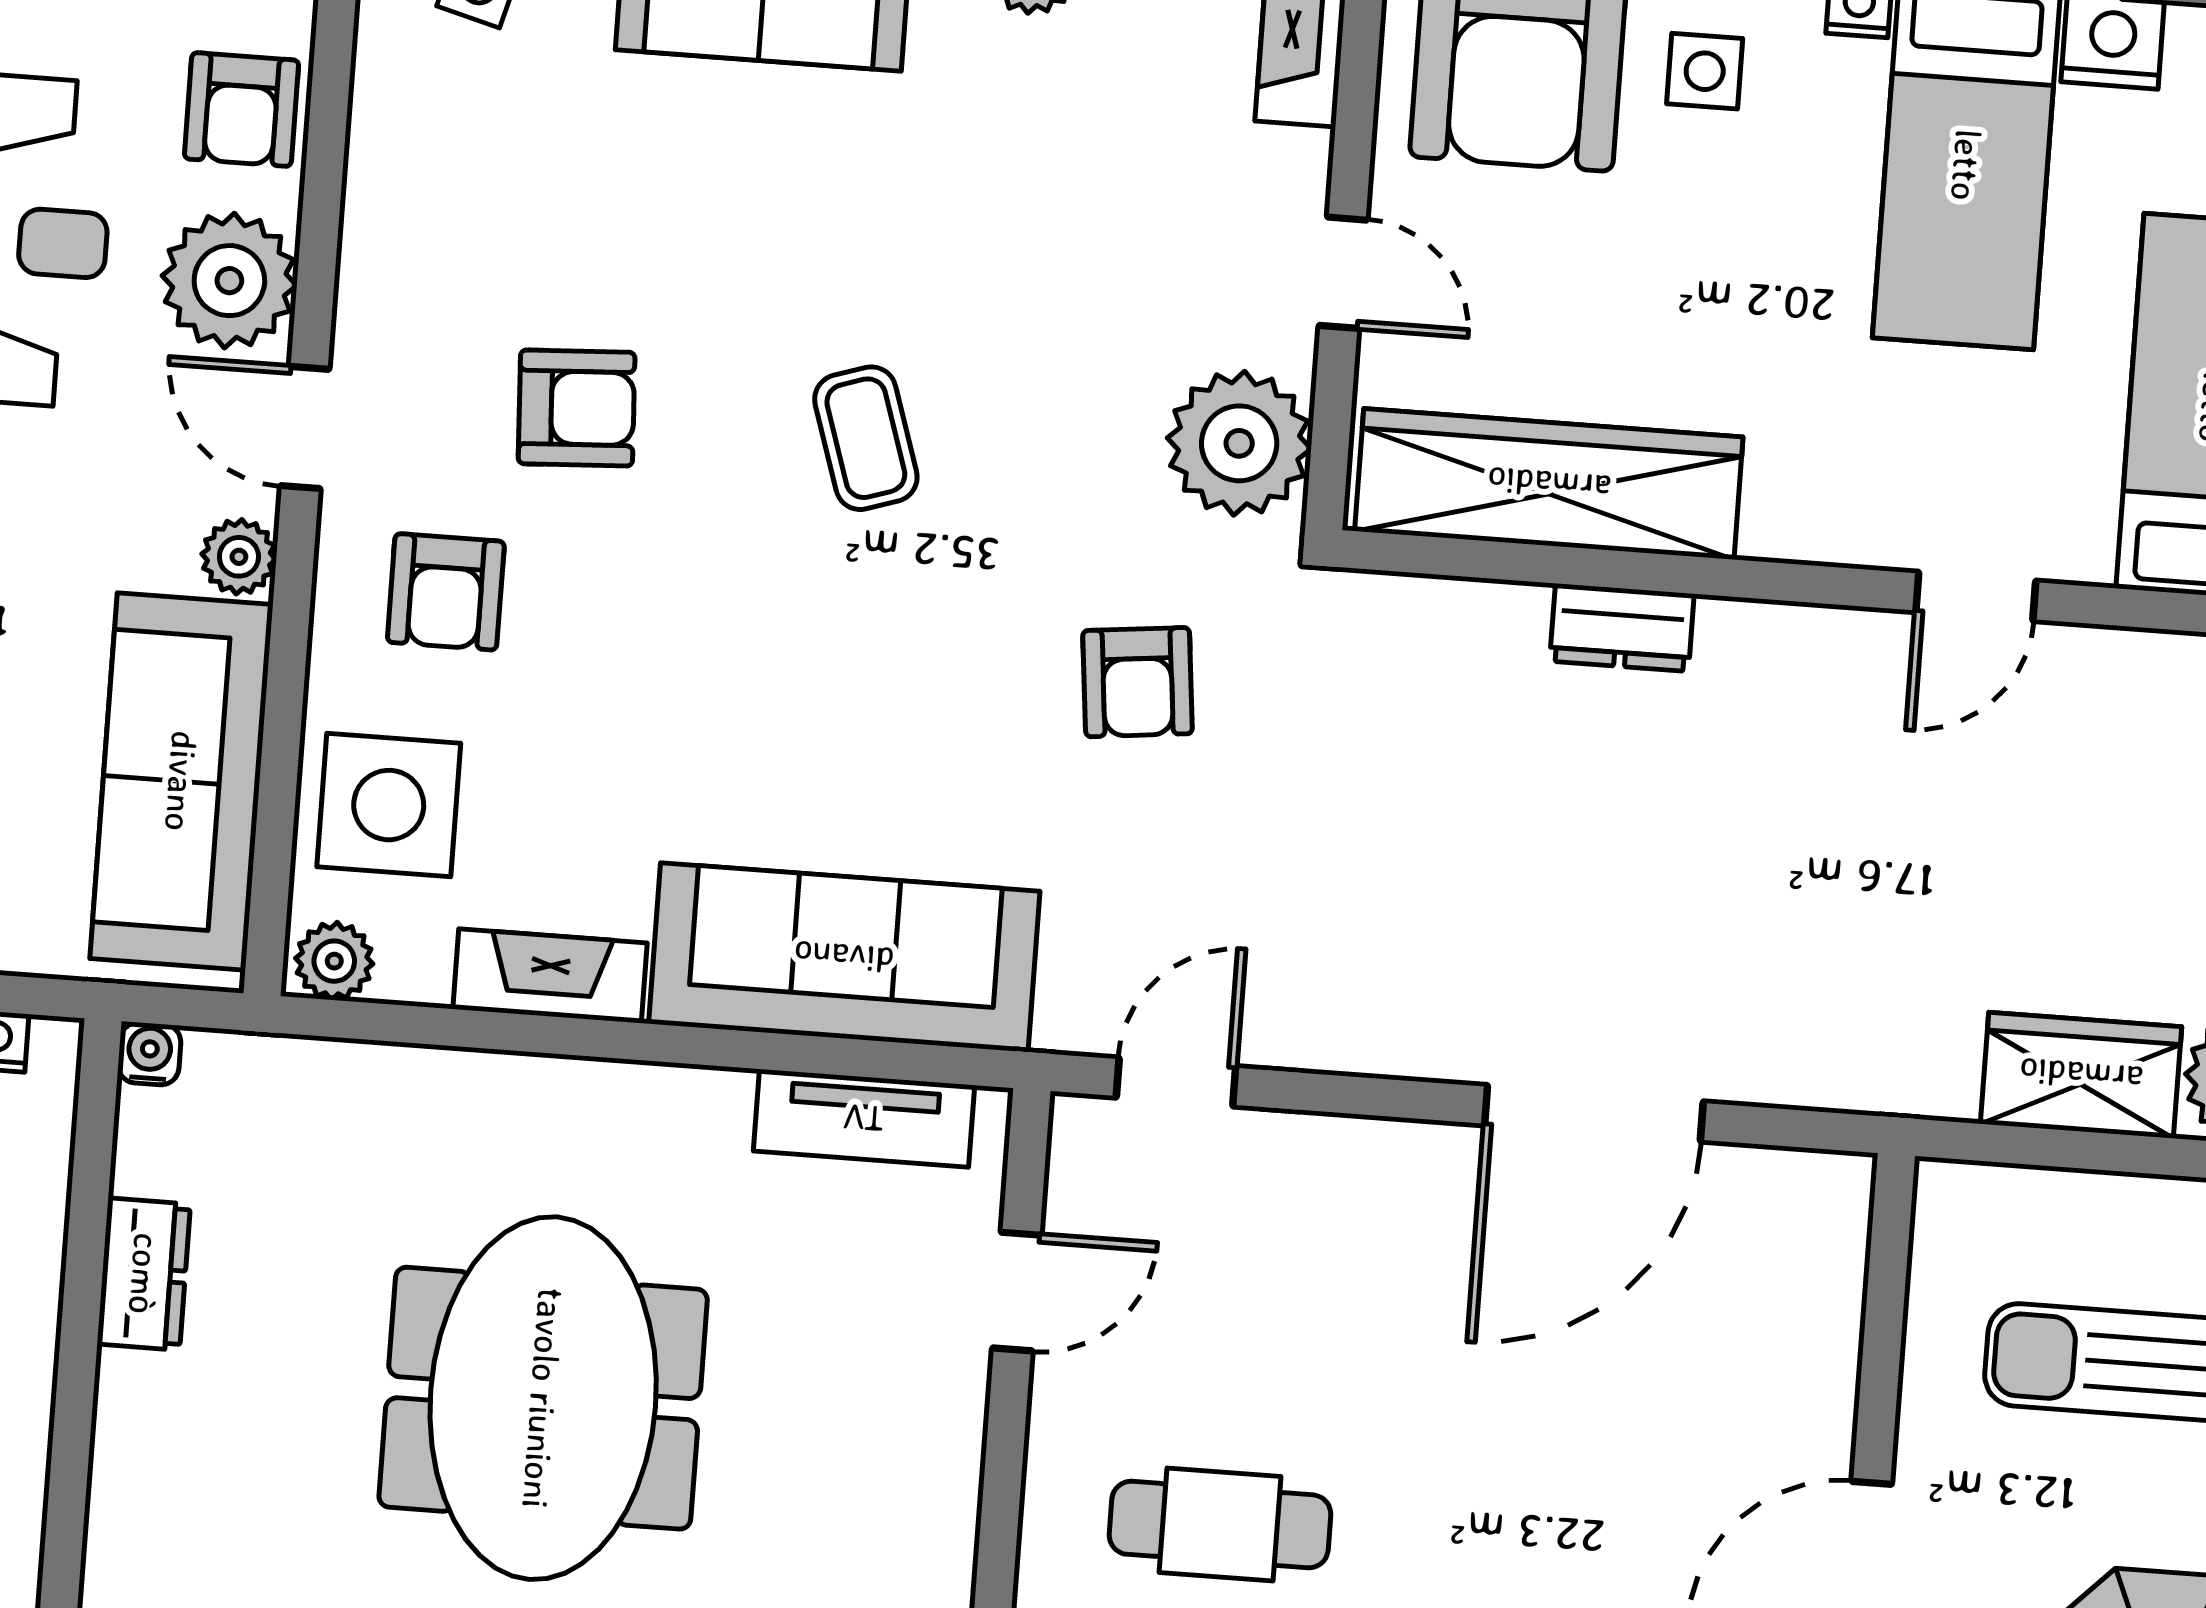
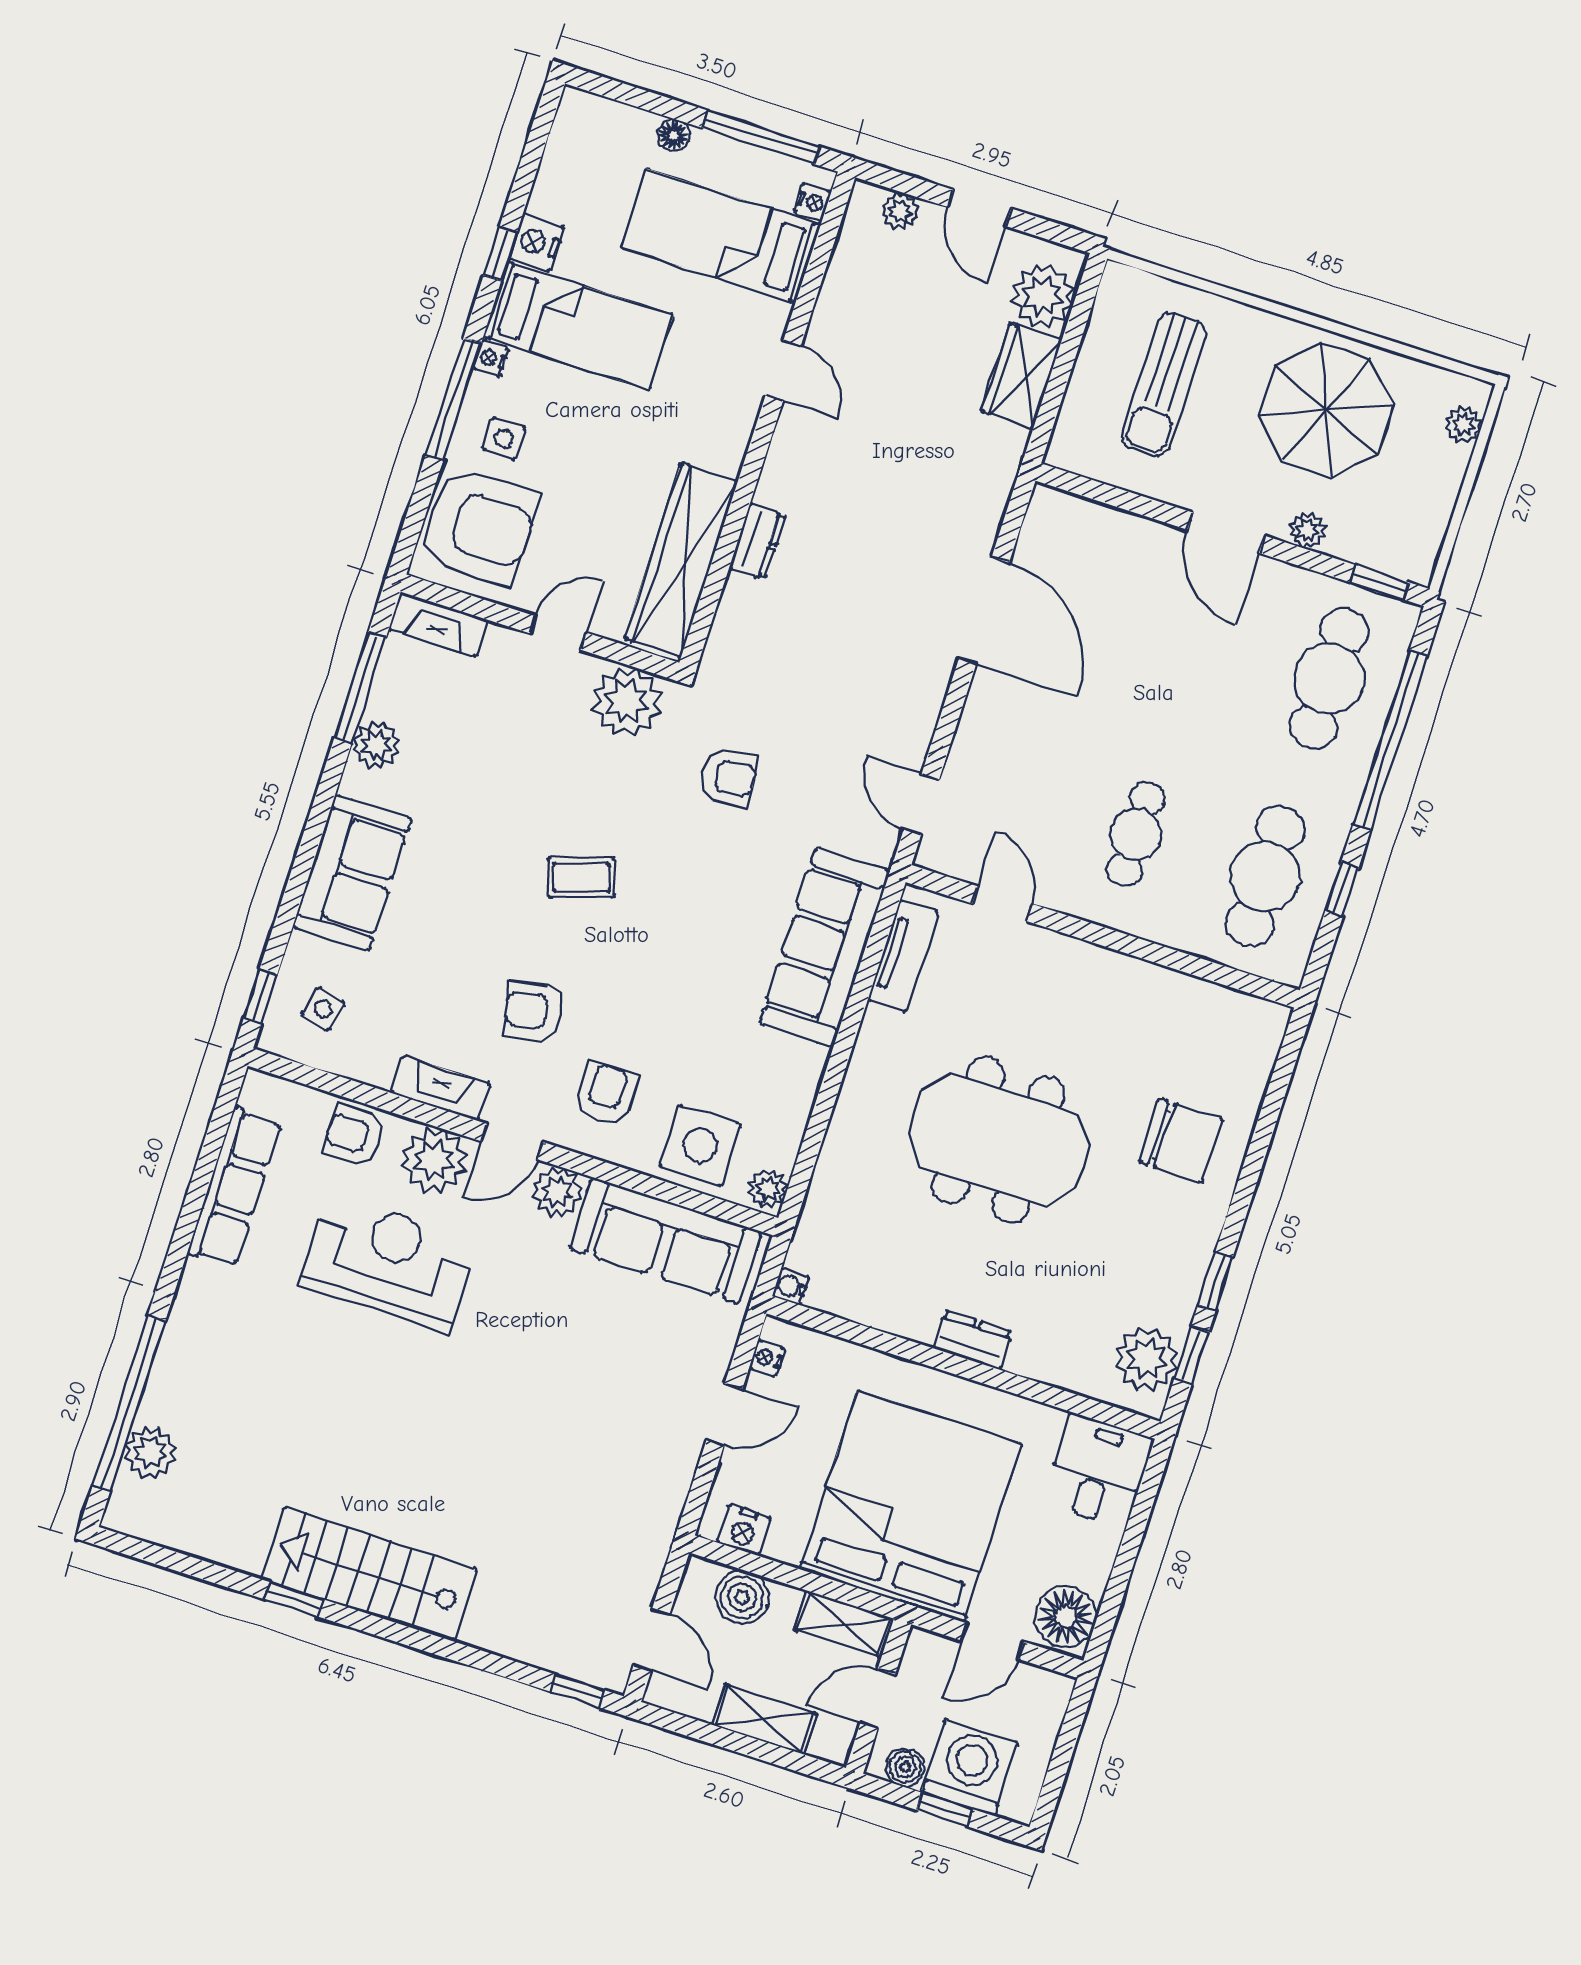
armchair: (242, 110) -> (355, 1135), turned 180
armchair: (577, 408) -> (534, 1011), turned -99
plant: (239, 557) -> (557, 1192), width x1.38, depth x1.38
armchair: (446, 592) -> (606, 1094), turned -90
fireplace: (550, 976) -> (440, 1088), moved, turned 90
dresser: (144, 1274) -> (972, 1340), moved

